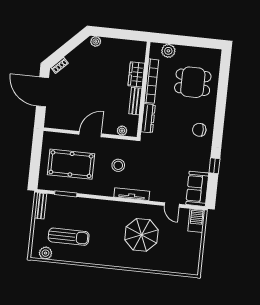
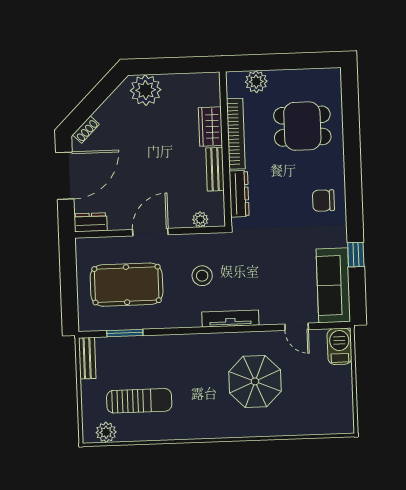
plant: (96, 41) -> (146, 90), width x1.87, depth x1.87
door: (43, 92) -> (65, 176), swing flipped
dresser: (54, 123) -> (91, 222), added
sofa: (197, 189) -> (333, 285), width x1.36

